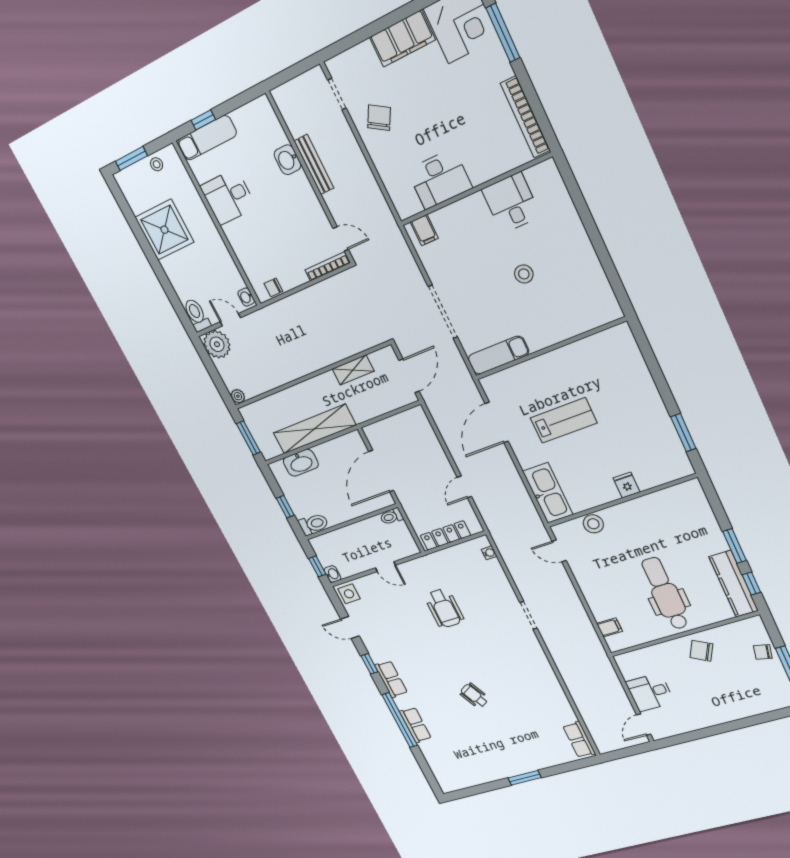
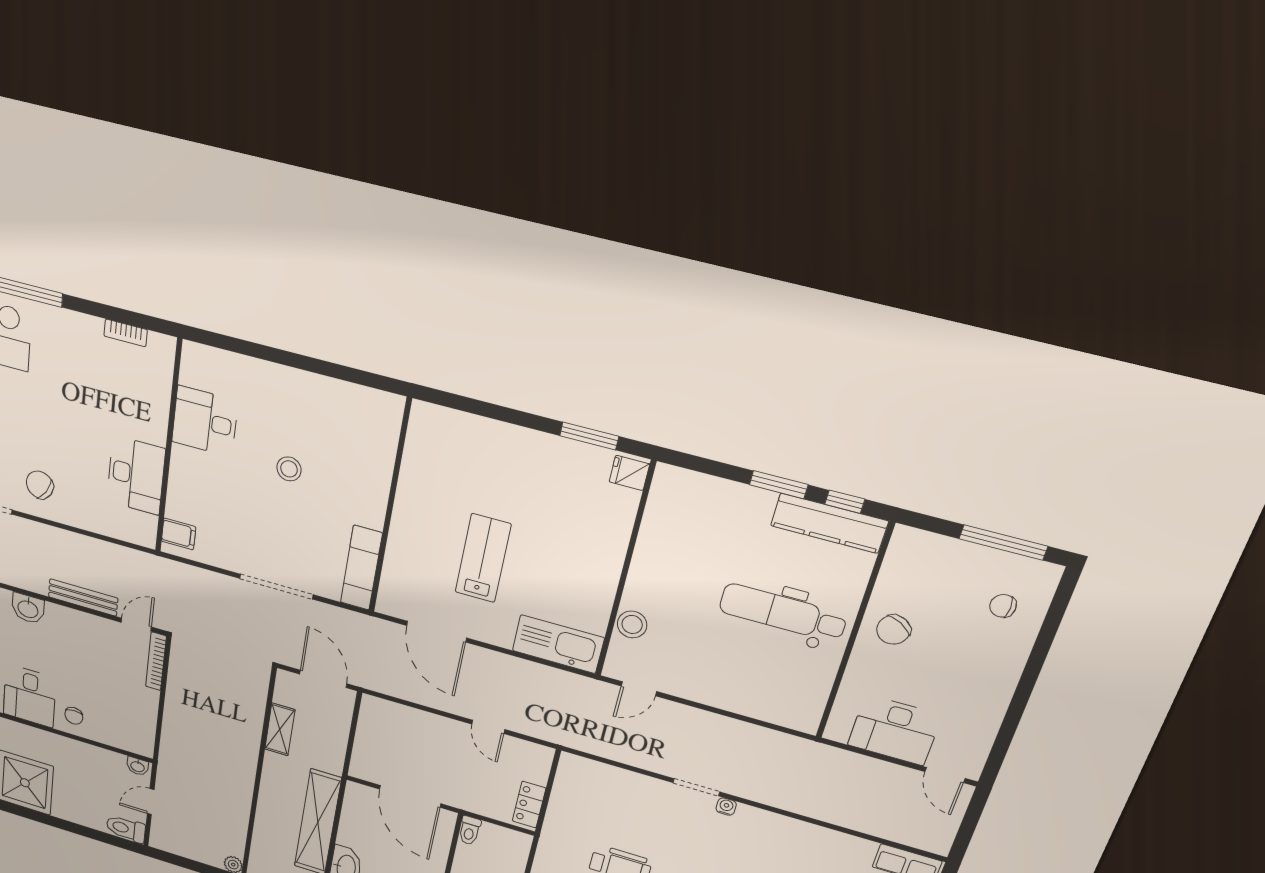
bookcase: (525, 117) -> (126, 333), width x0.43, depth x0.76
bench: (314, 164) -> (83, 597), moved
chair: (273, 287) -> (74, 716), moved
plant: (217, 344) -> (167, 836), removed
fridge: (627, 485) -> (629, 473), moved
locker: (445, 535) -> (529, 805), width x0.66
water cooler: (489, 553) -> (726, 807), moved
filing cabinet: (609, 627) -> (780, 711), removed
chair: (763, 652) -> (1003, 606), moved, turned 78
desk: (650, 692) -> (895, 730), width x1.37

